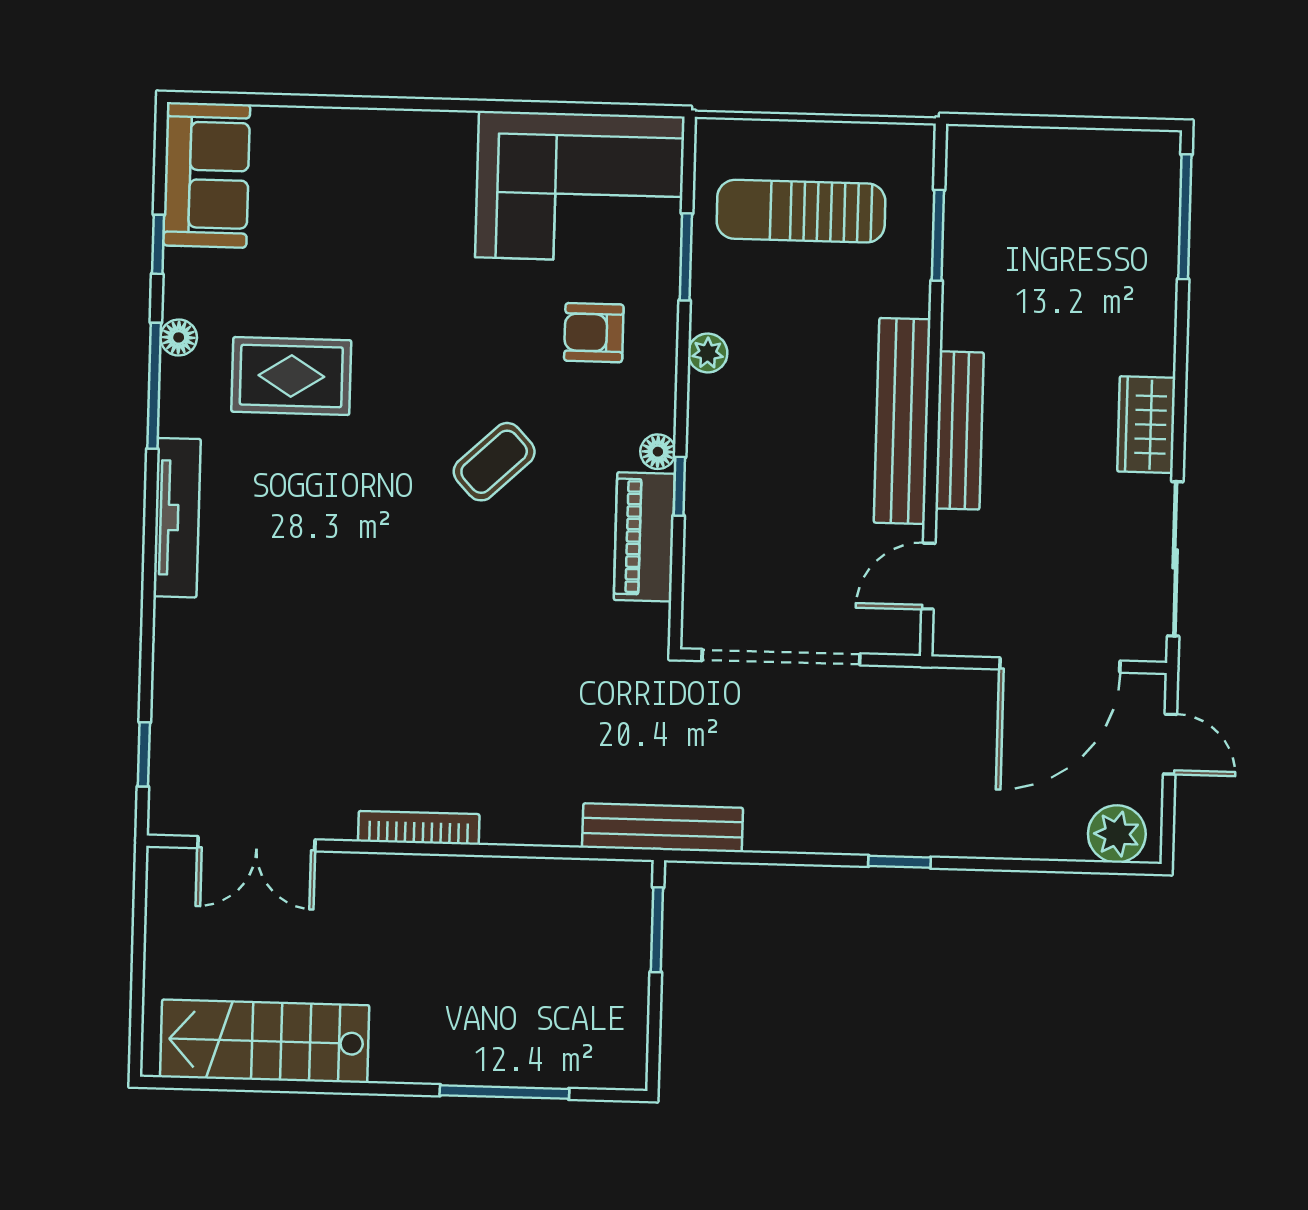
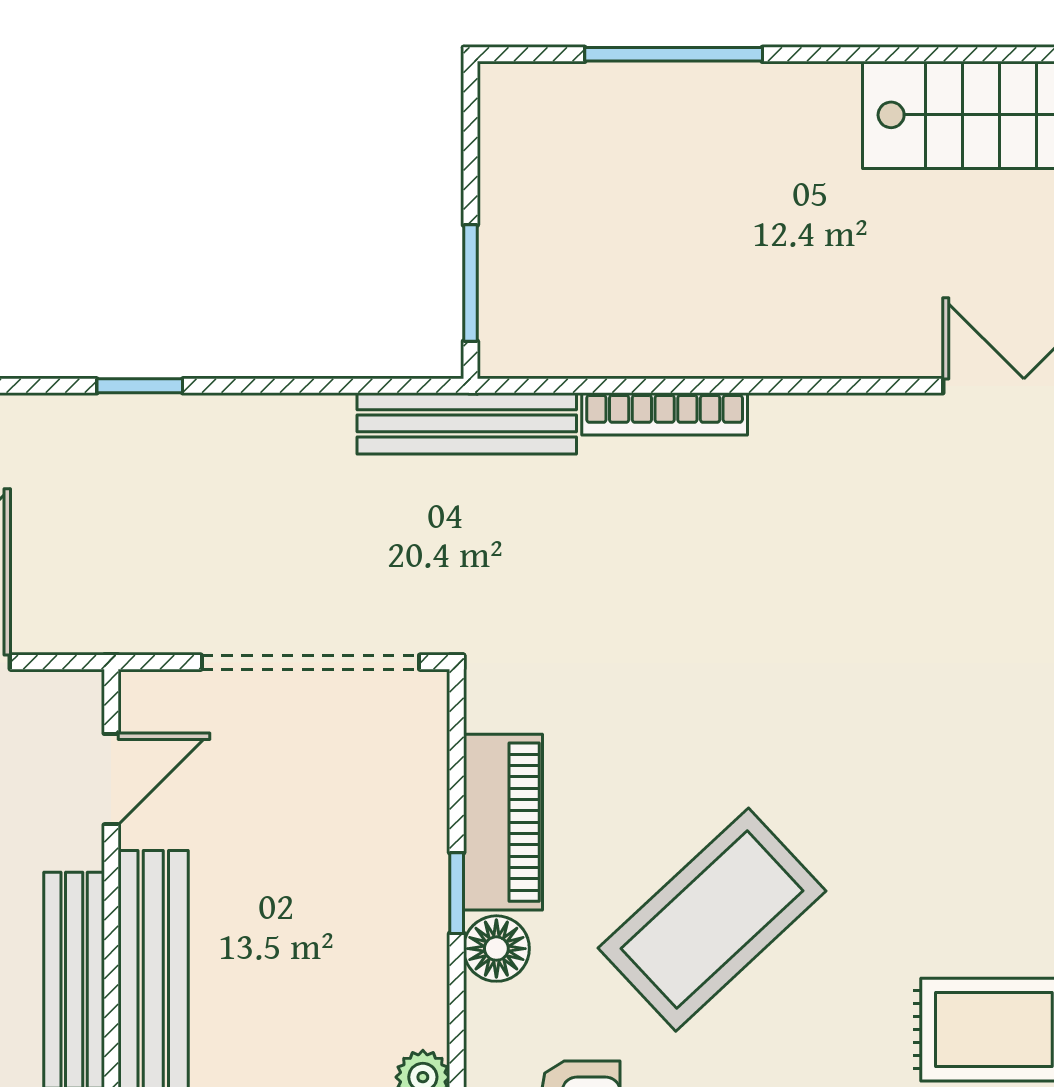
floor lamp: (658, 452) -> (496, 949), width x1.37, depth x1.37
coffee table: (494, 462) -> (712, 920), width x1.86, depth x1.72
bookcase: (419, 828) -> (665, 414), moved

